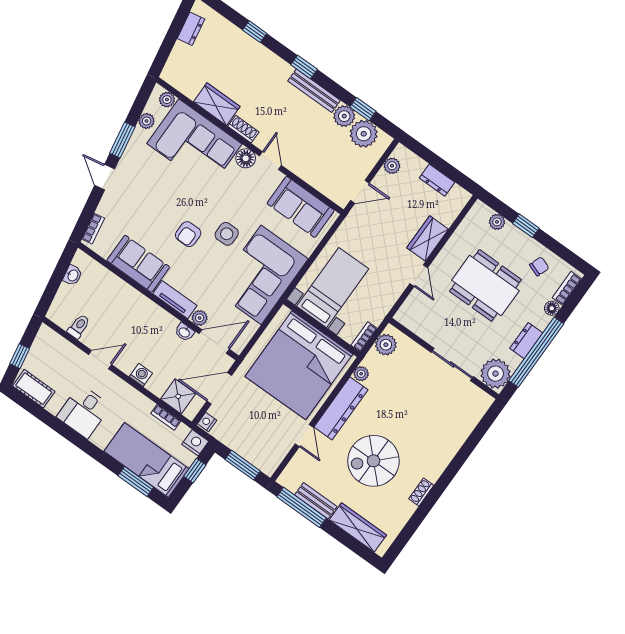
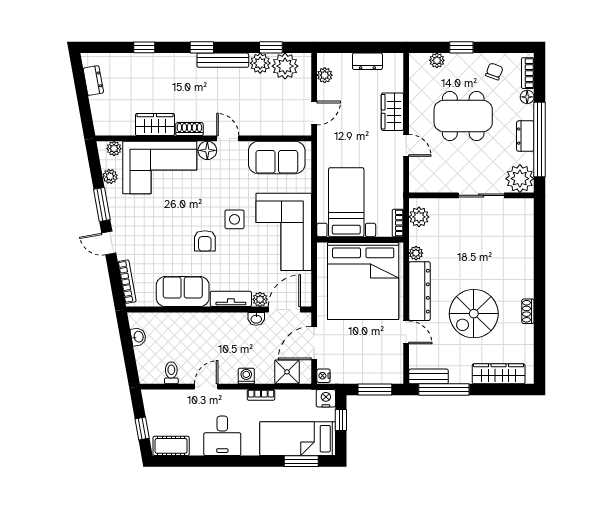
bookcase: (93, 229) -> (127, 282), width x1.56
bookcase: (166, 417) -> (261, 395), moved
bench: (316, 501) -> (429, 376), moved

